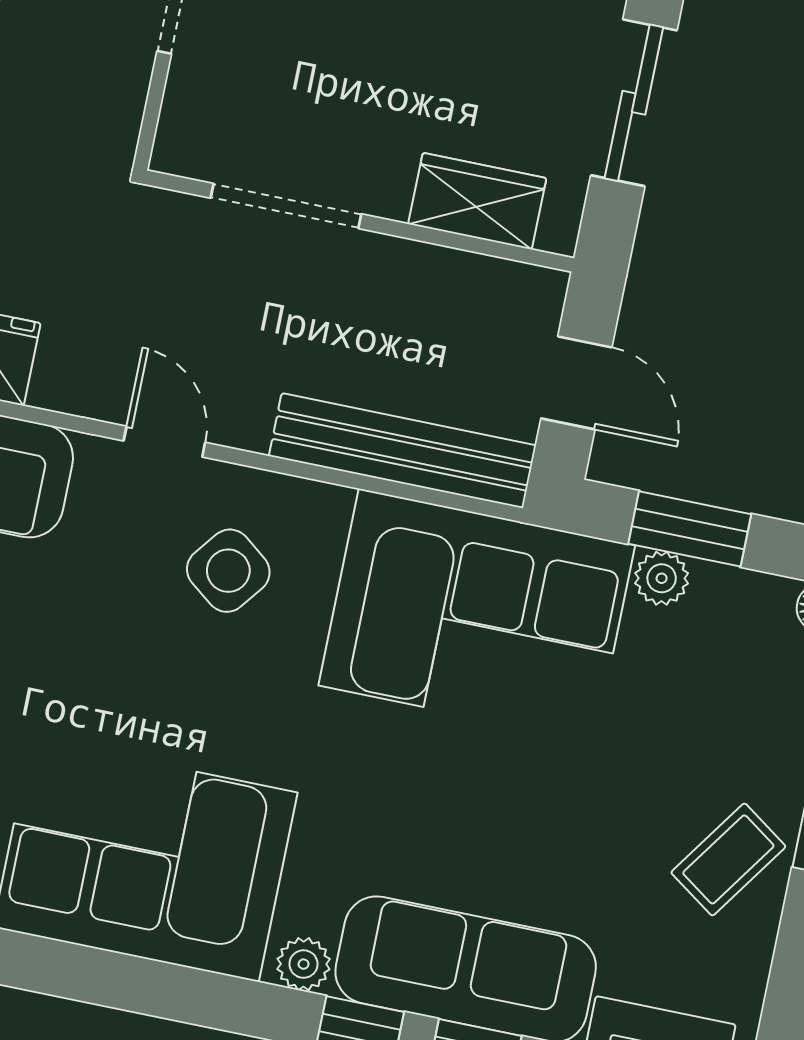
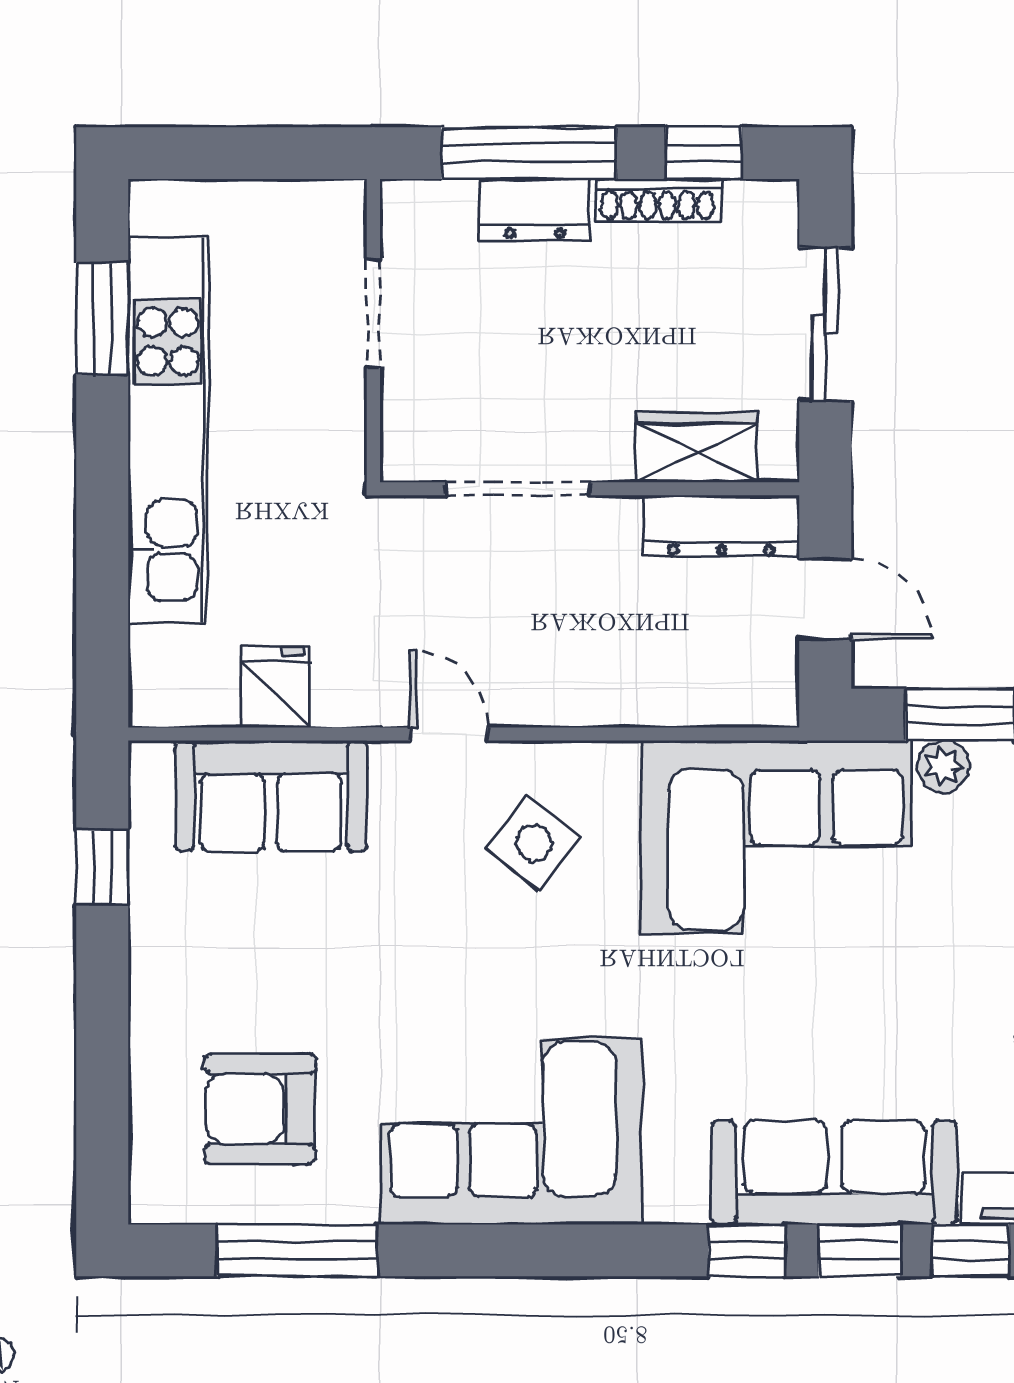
dresser: (486, 286) -> (721, 526), added
bench: (402, 451) -> (675, 697), removed
plant: (304, 964) -> (681, 1199), removed

